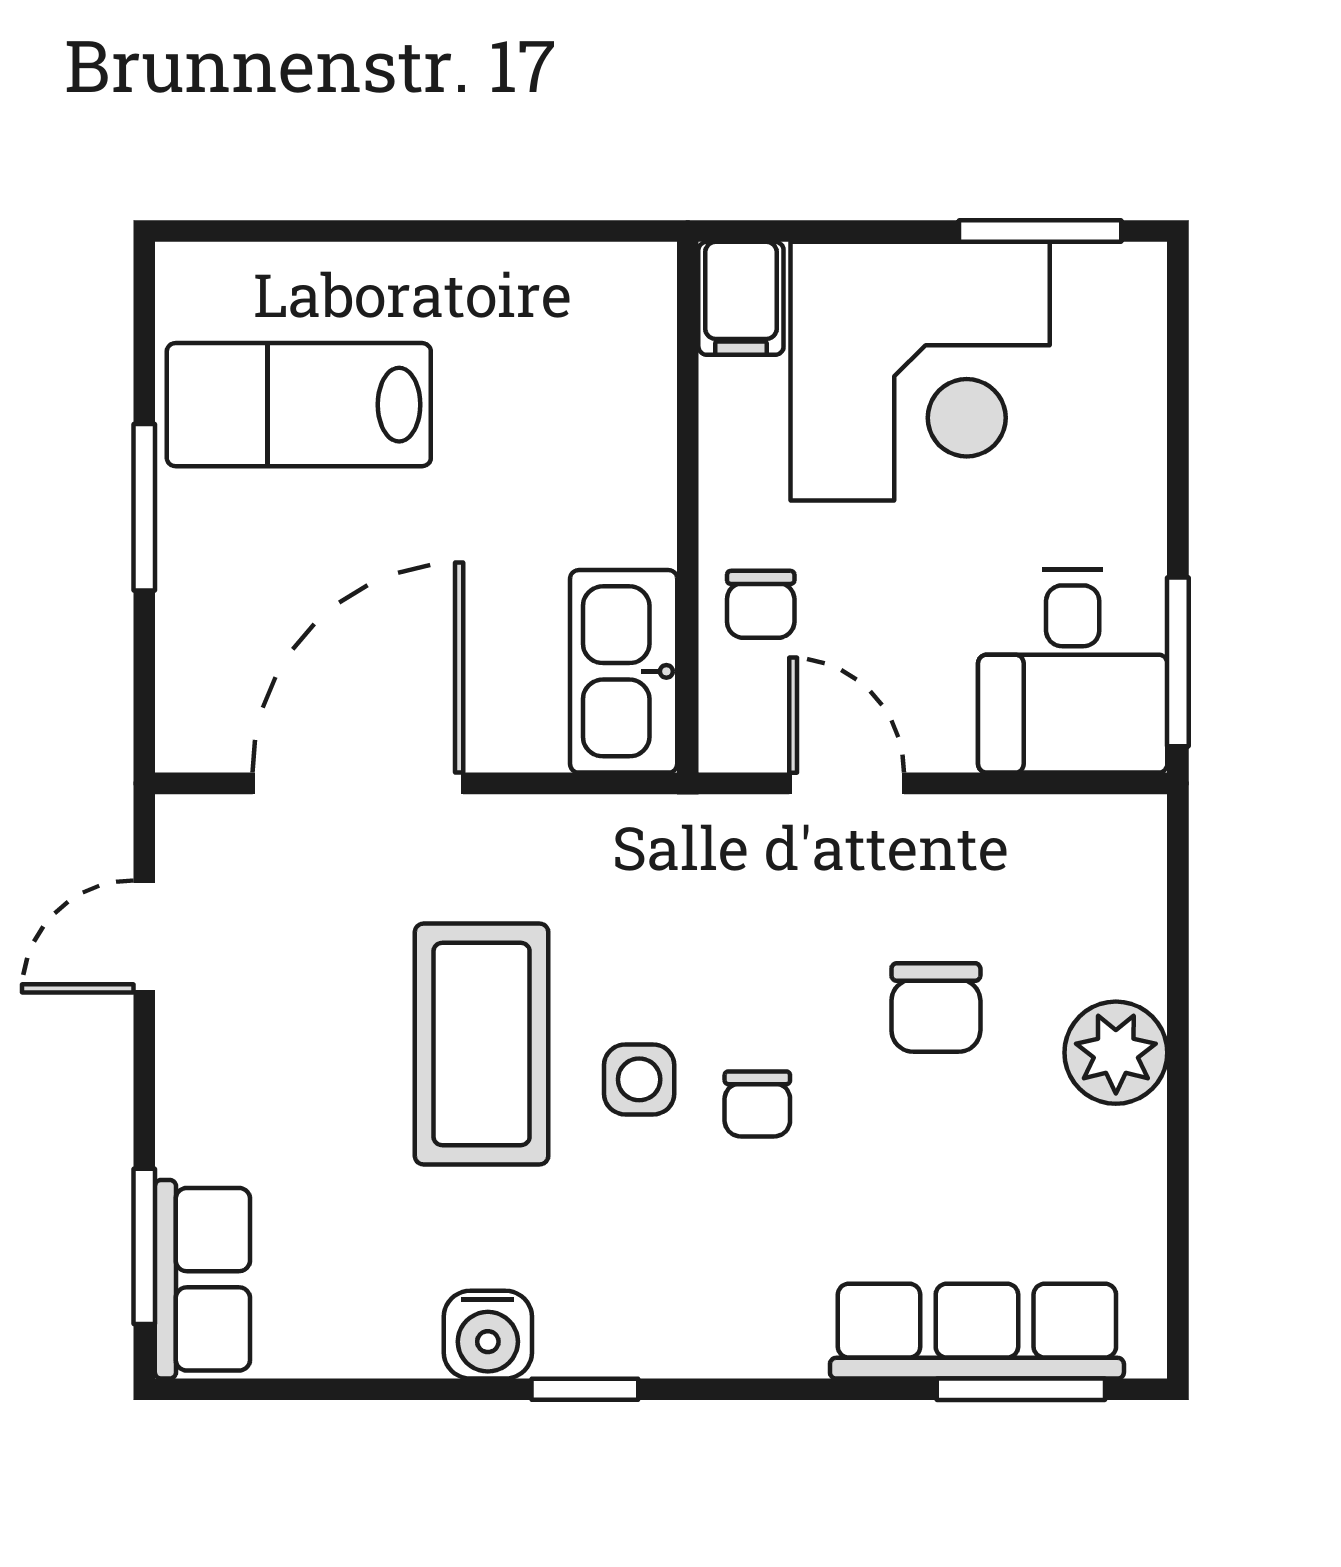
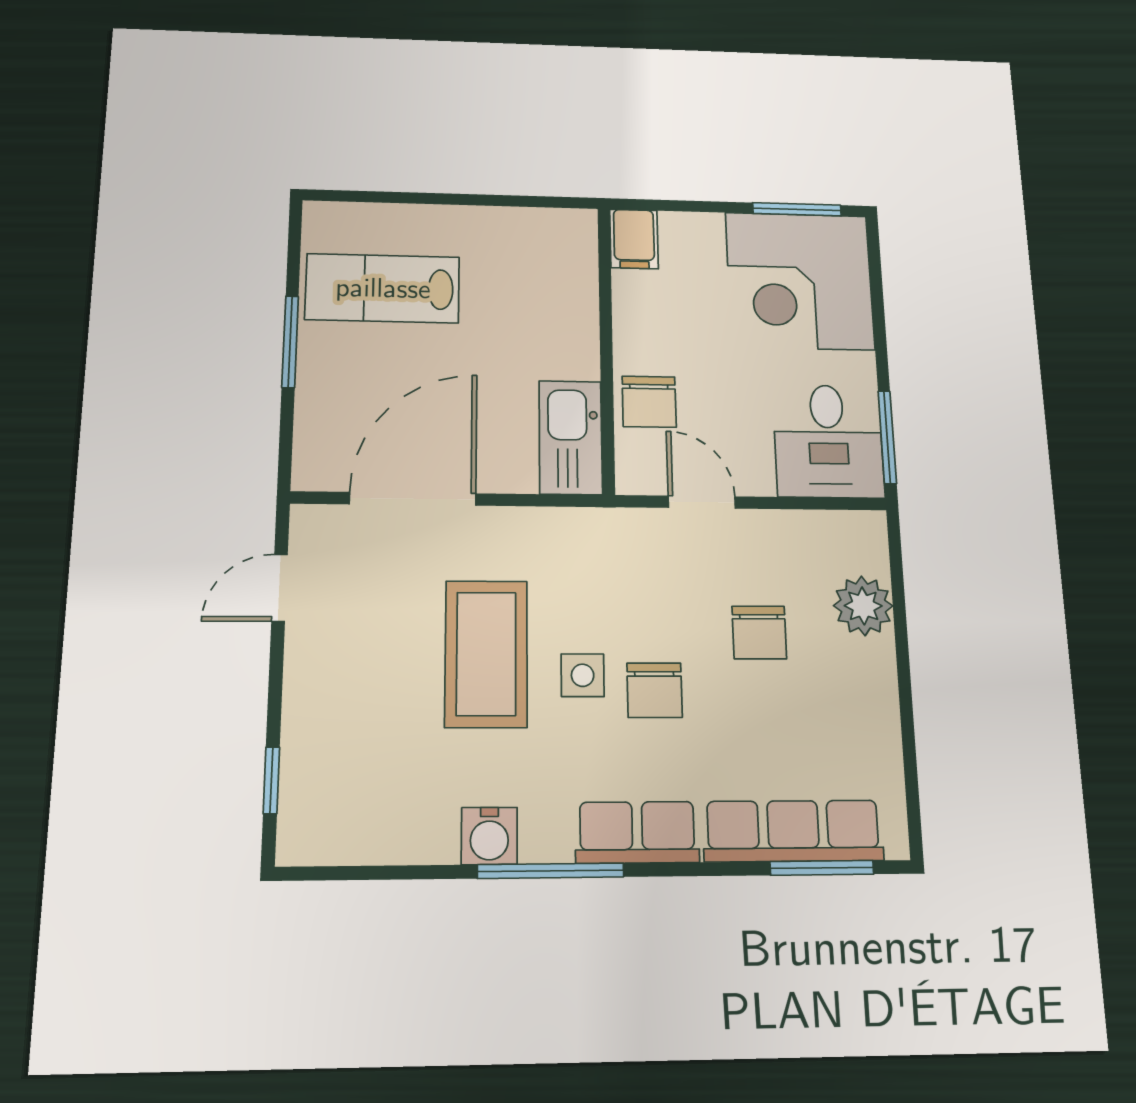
corner desk: (920, 371) -> (800, 281), moved, turned 90
chair: (761, 604) -> (649, 402), width x1.37, depth x1.37
plant: (1116, 1053) -> (863, 606), moved
chair: (757, 1104) -> (655, 690), width x1.37, depth x1.37
window: (144, 1246) -> (271, 780), width x0.67
row of seats: (202, 1279) -> (637, 832), moved, turned -90
window: (585, 1389) -> (551, 871), width x2.17

